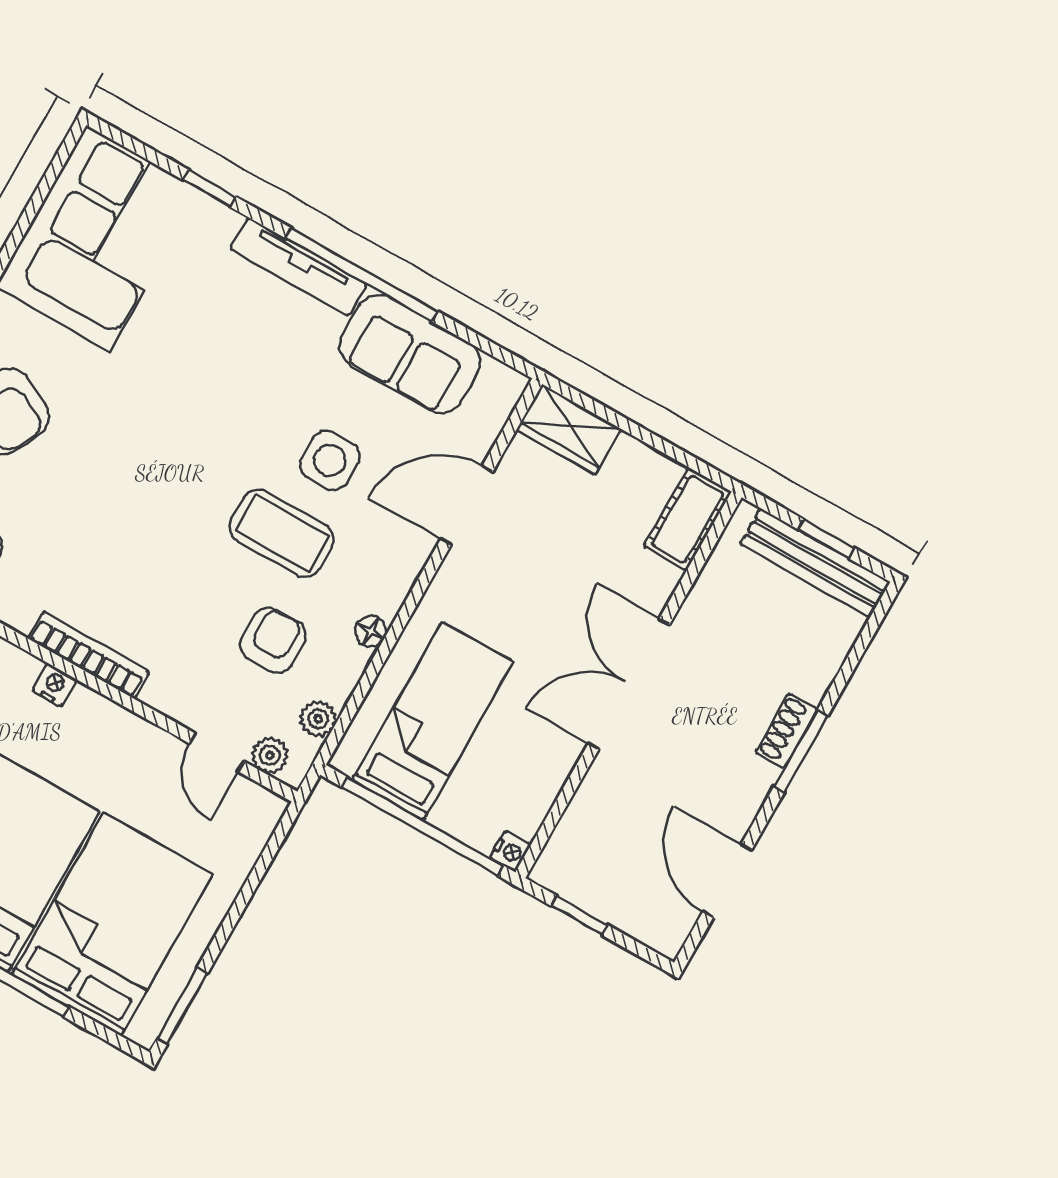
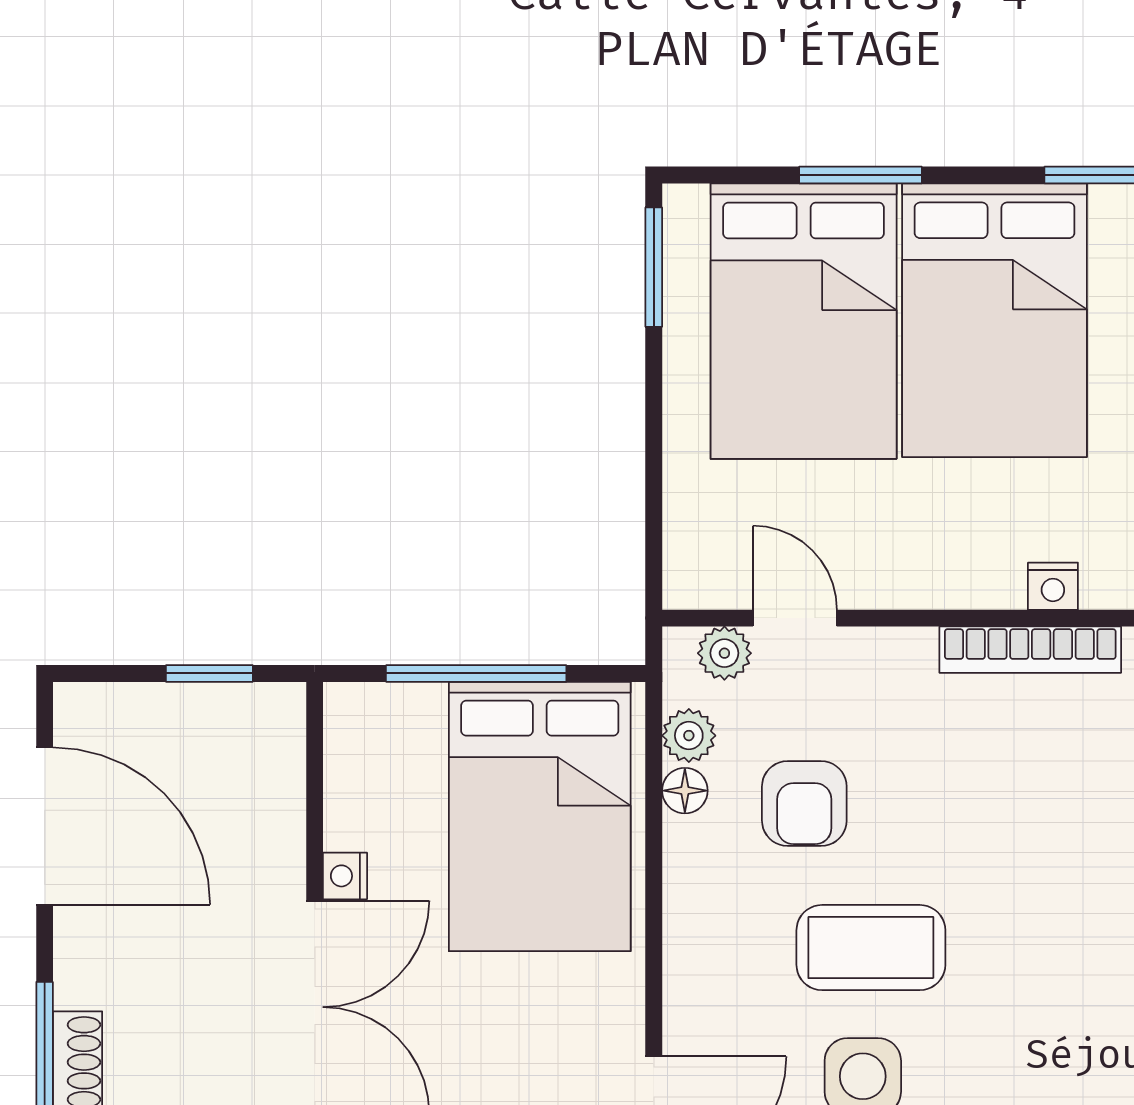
floor lamp: (371, 631) -> (685, 791), moved
bed: (433, 721) -> (540, 816), width x1.50
window: (422, 826) -> (476, 673), width x0.68
nightstand: (510, 851) -> (345, 876), moved
door: (727, 881) -> (45, 826), width x1.36

